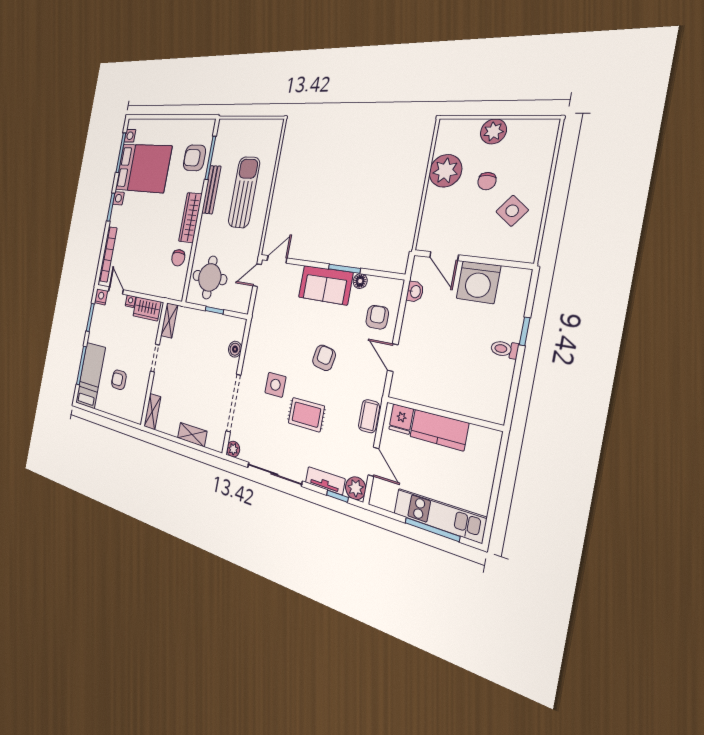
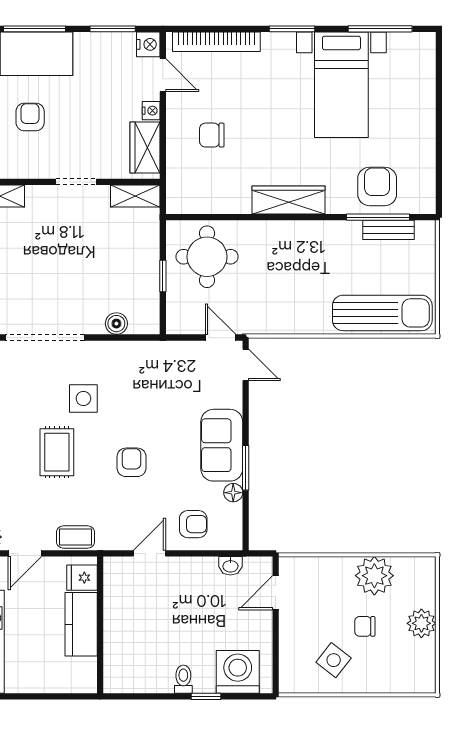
bed with nightstands: (143, 168) -> (341, 85), width x0.73
bench: (211, 190) -> (389, 230), moved, width x0.73
sun lounger: (244, 192) -> (382, 313), moved
chair: (178, 258) -> (212, 135), moved
washing machine: (478, 282) -> (238, 672), moved, turned 90
door: (116, 290) -> (163, 75), hinge flipped
armchair: (324, 358) -> (132, 462), turned -101

